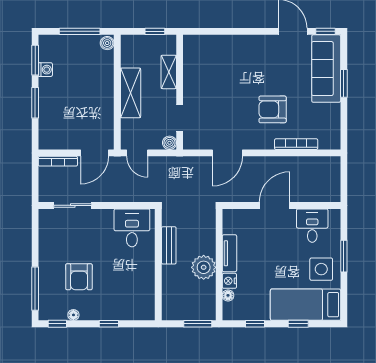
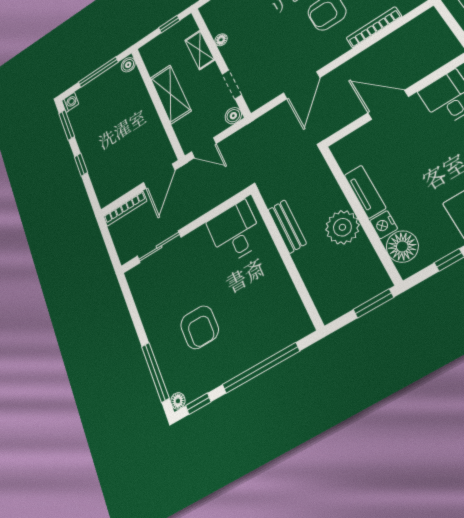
washing machine: (45, 70) -> (70, 102), moved
floor lamp: (188, 75) -> (221, 40), added
window: (35, 103) -> (81, 165), width x0.67
door: (275, 205) -> (388, 105), hinge flipped
floor lamp: (228, 295) -> (402, 246), width x1.89, depth x1.89
floor lamp: (73, 315) -> (178, 401), moved
window: (109, 324) -> (261, 368), width x3.17

